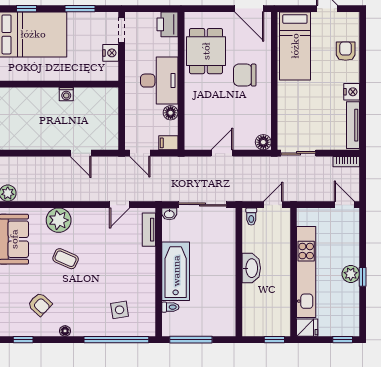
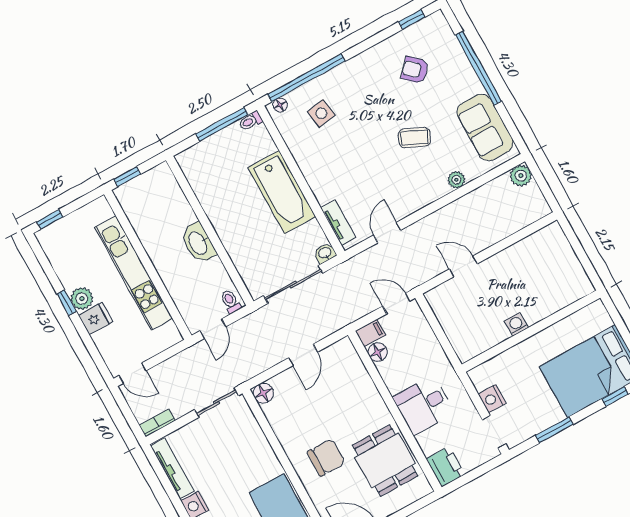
desk: (159, 81) -> (424, 405), width x0.73
floor lamp: (171, 113) -> (378, 352), moved
plant: (59, 220) -> (456, 180), width x0.53, depth x0.53
toilet: (170, 307) -> (250, 121), moved
fridge: (307, 328) -> (96, 319), moved, turned 180
floor lamp: (65, 331) -> (280, 105), moved

